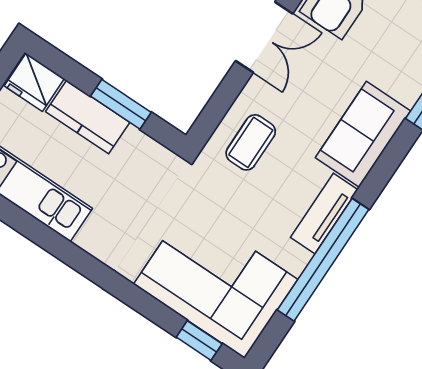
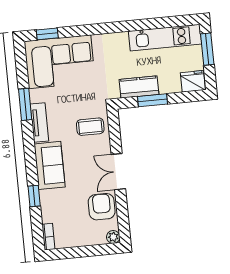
kitchen counter: (88, 117) -> (139, 87), moved
coffee table: (251, 142) -> (90, 127), turned 90
window: (323, 260) -> (25, 104), width x0.47

